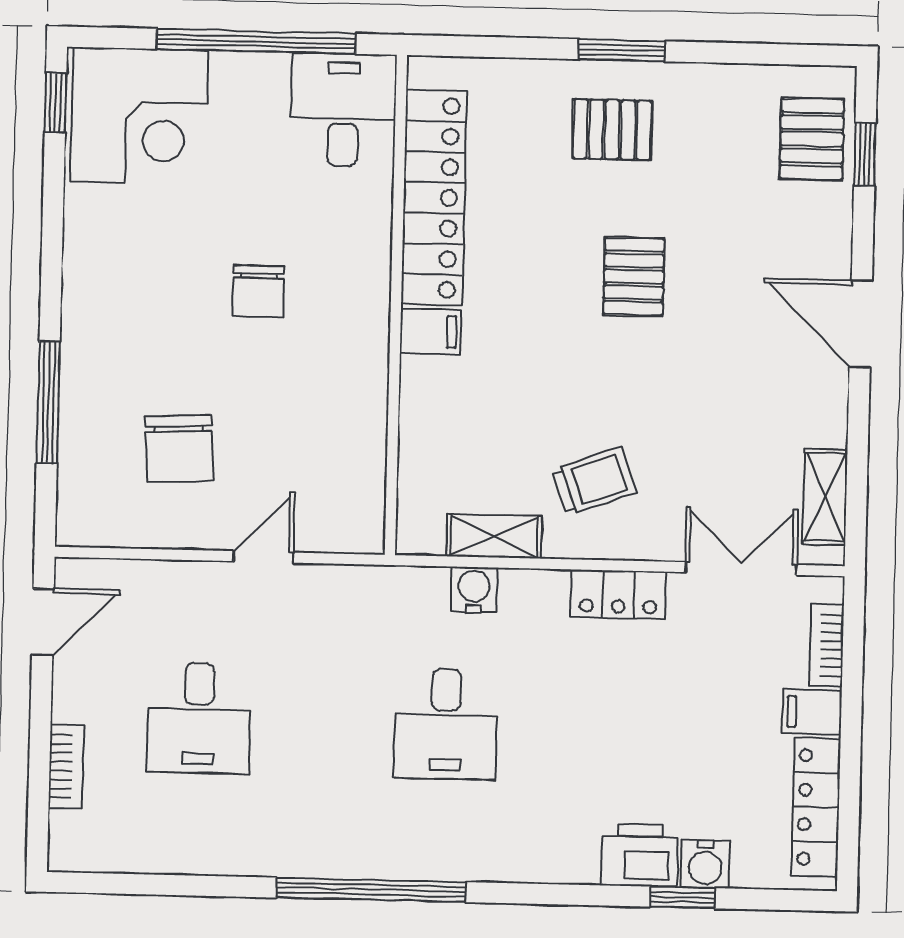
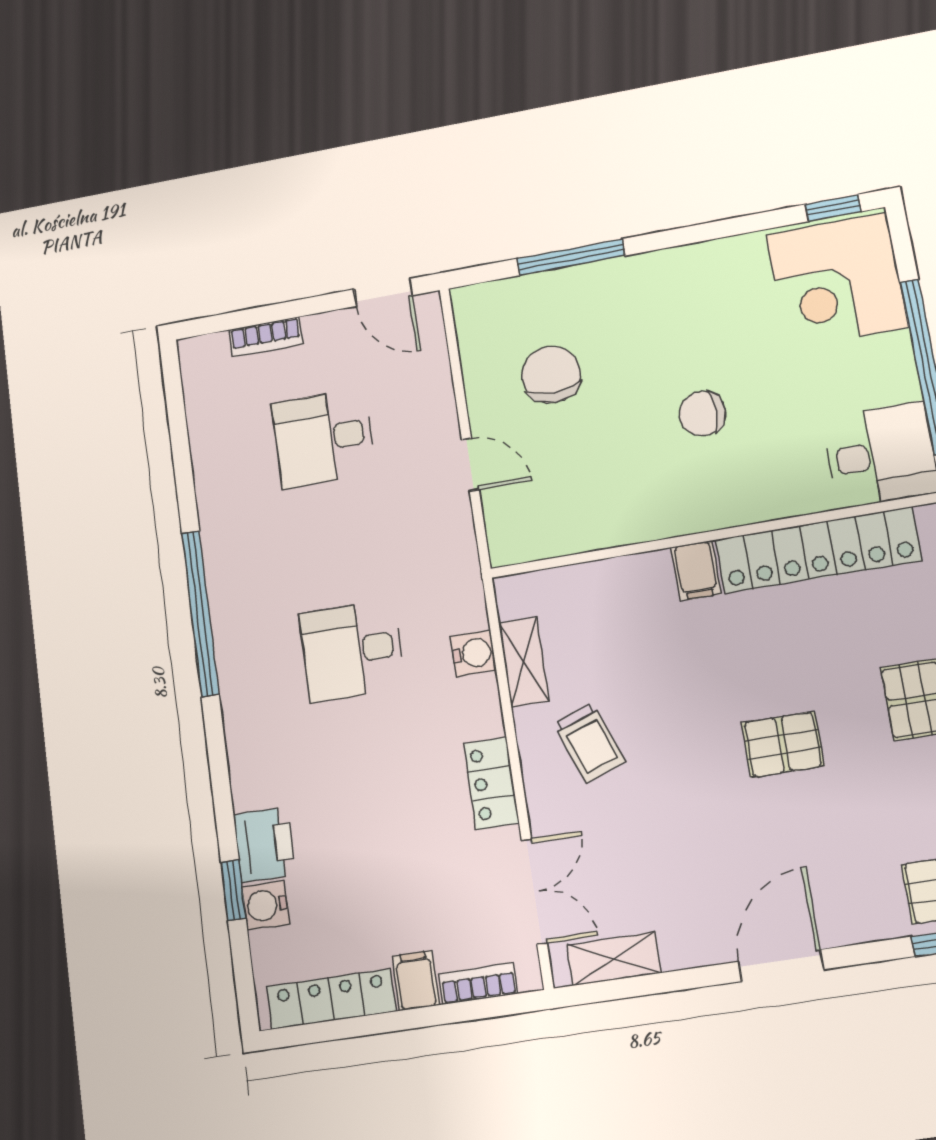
chair: (179, 449) -> (551, 374), turned 93

